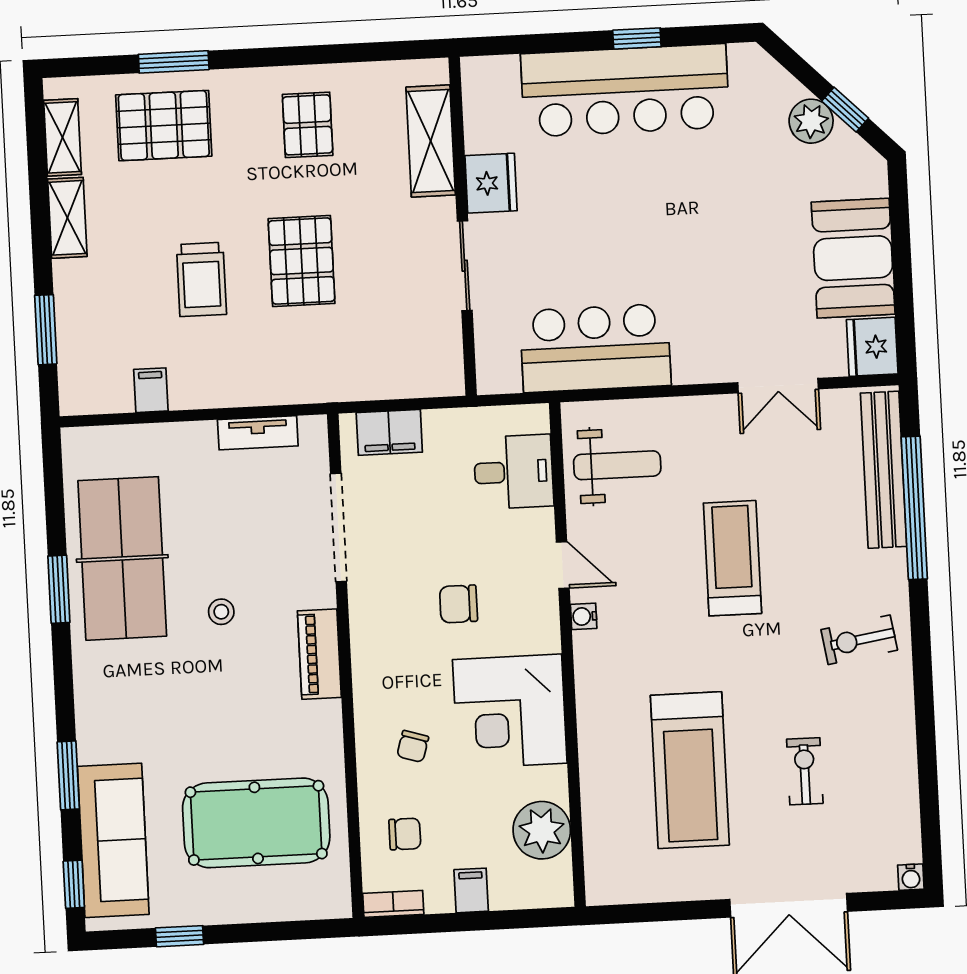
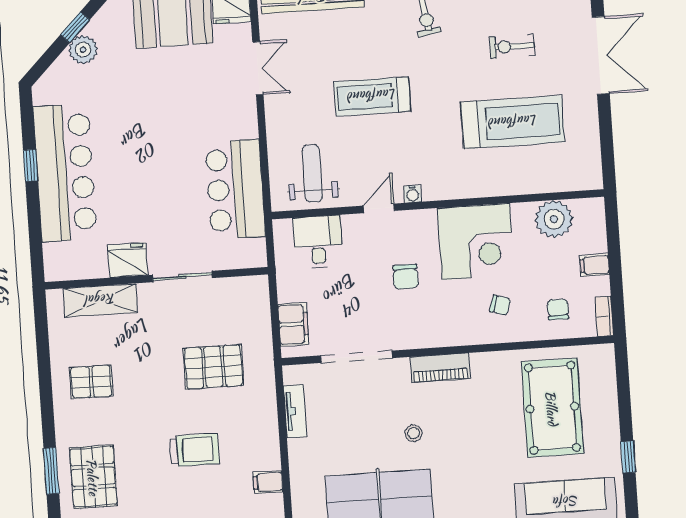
pallet: (302, 261) -> (213, 367), moved

